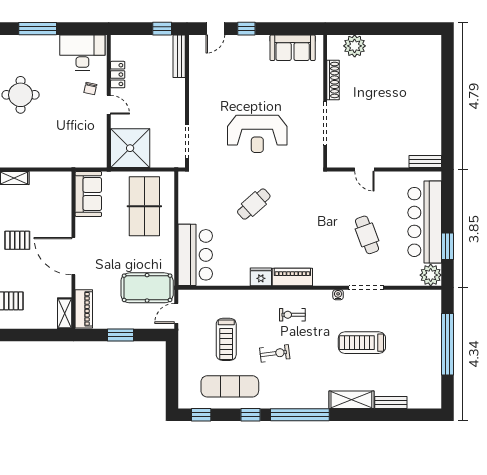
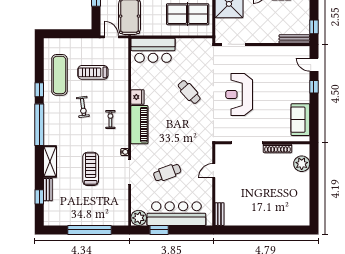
piano: (292, 277) -> (139, 125), width x1.37, depth x1.33
window: (201, 415) -> (39, 197), moved

